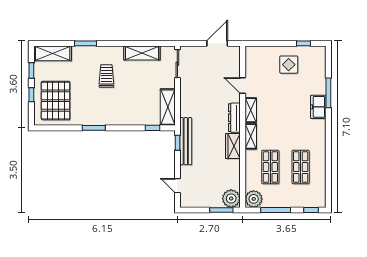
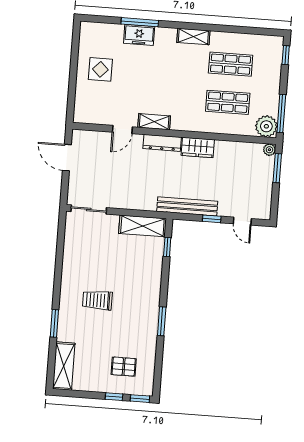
window: (303, 43) -> (75, 49), removed
shelving: (142, 53) -> (72, 253), removed
window: (31, 70) -> (140, 399), moved
pallet: (56, 101) -> (124, 367), width x0.49, depth x0.50
freezer: (318, 107) -> (139, 35), moved
shelving: (251, 136) -> (193, 37), moved
window: (177, 143) -> (212, 219), moved
door: (177, 186) -> (242, 221), hinge flipped
plant: (231, 199) -> (269, 150), width x0.53, depth x0.53
window: (276, 210) -> (281, 113), moved

